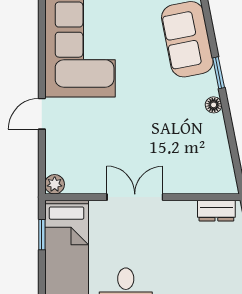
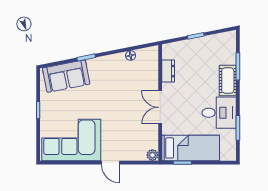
floor lamp: (214, 105) -> (131, 55), moved
dresser: (216, 211) -> (168, 71), moved

